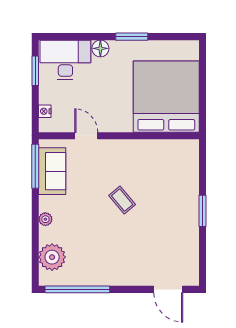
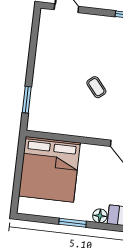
window: (203, 211) -> (27, 100), moved

